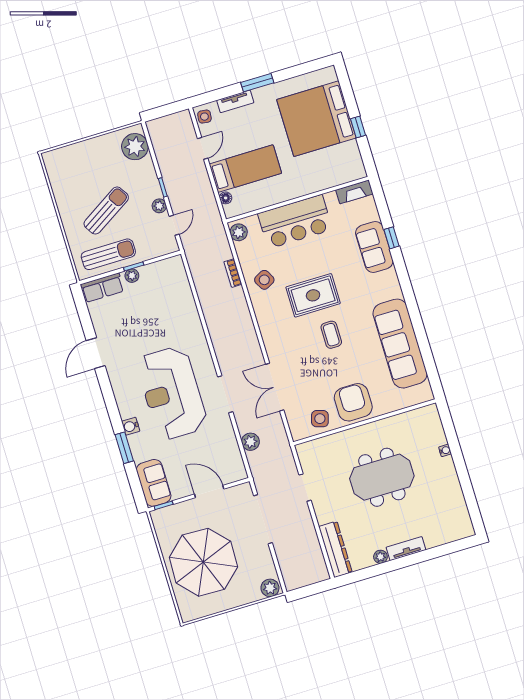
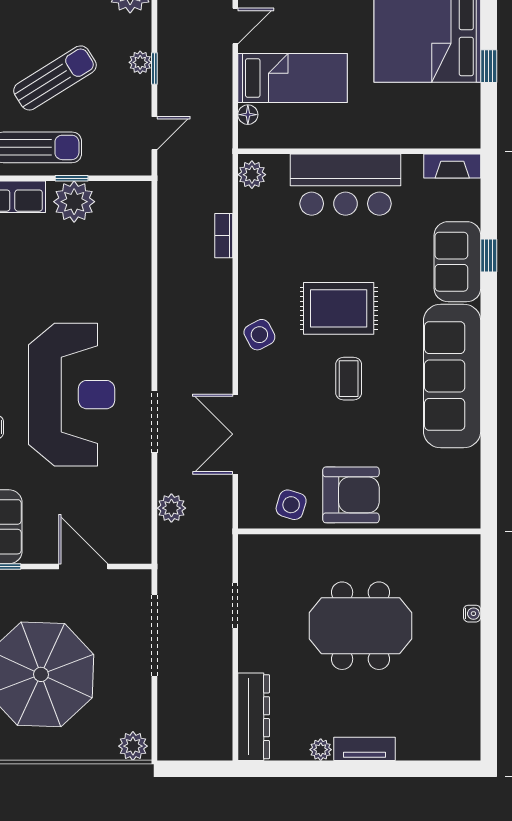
plant: (159, 206) -> (140, 62), moved
plant: (132, 276) -> (74, 202), width x1.88, depth x1.88
side table: (264, 280) -> (259, 335), moved
sofa: (400, 344) -> (452, 376), moved
reception desk: (172, 393) -> (72, 395), turned 180
armchair: (353, 402) -> (351, 495), turned 90

